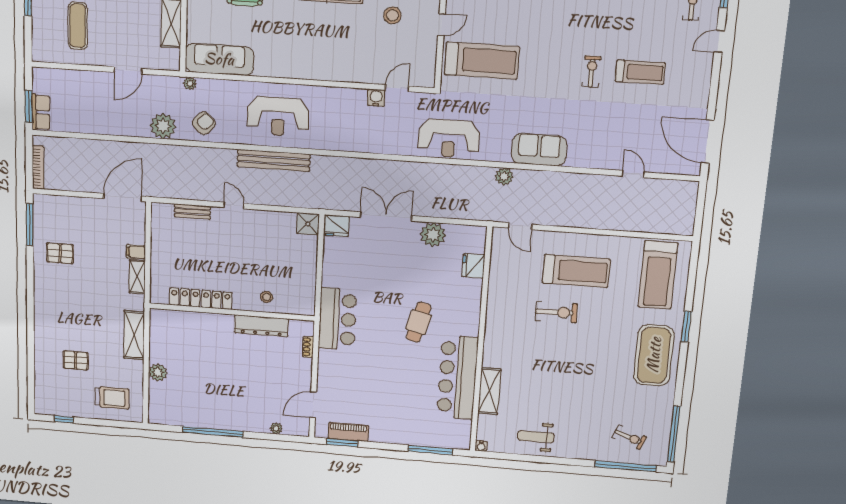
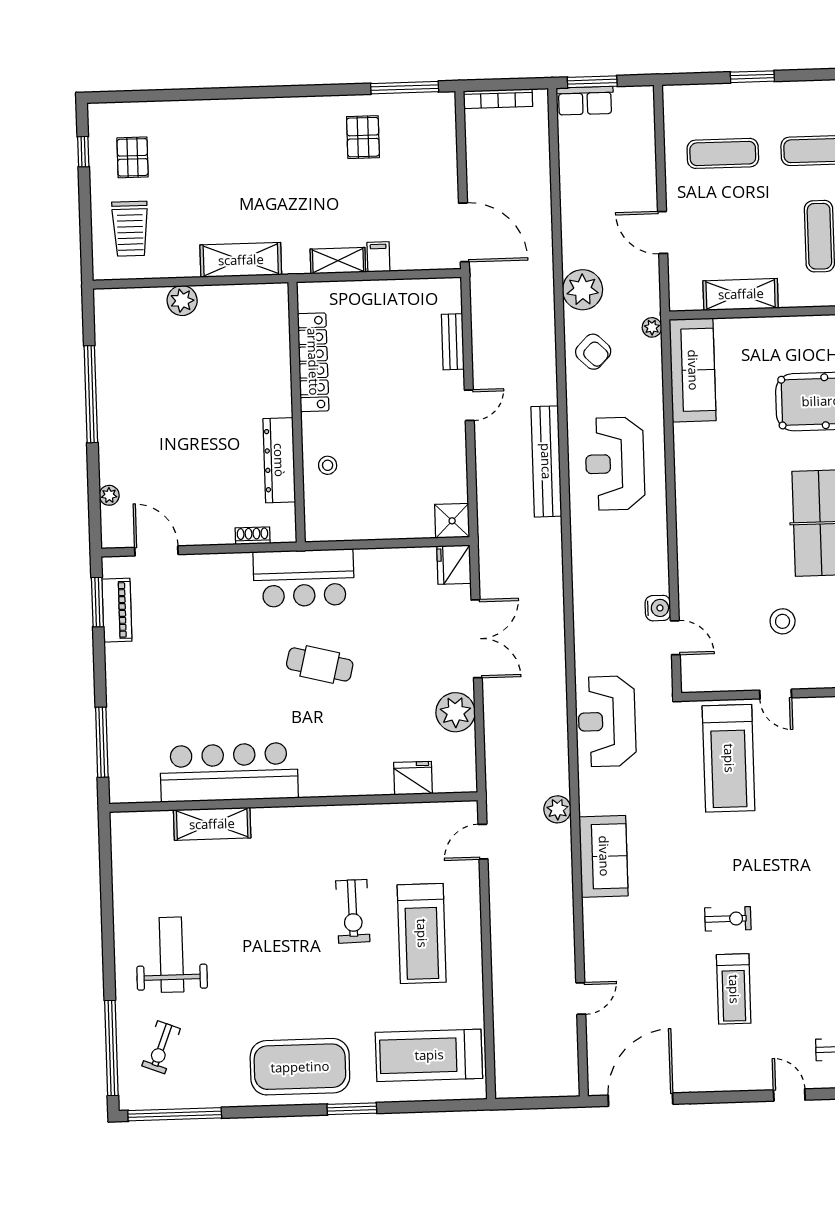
cafe table: (419, 322) -> (320, 664), moved
pallet: (76, 360) -> (133, 157), moved
weight bench: (536, 437) -> (171, 955), moved, width x1.36, depth x1.33
water cooler: (481, 446) -> (118, 821), removed

